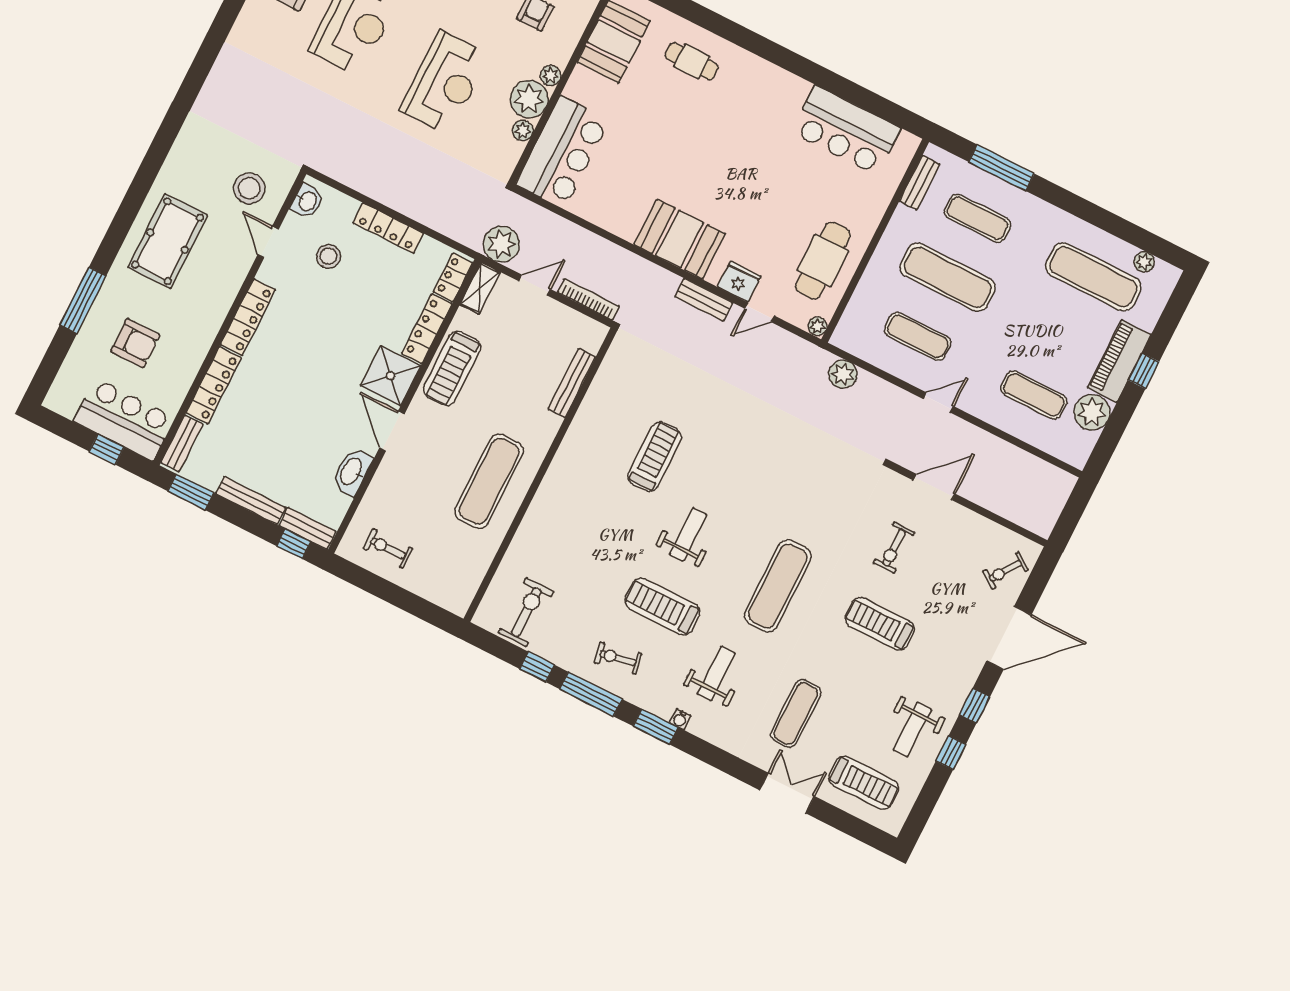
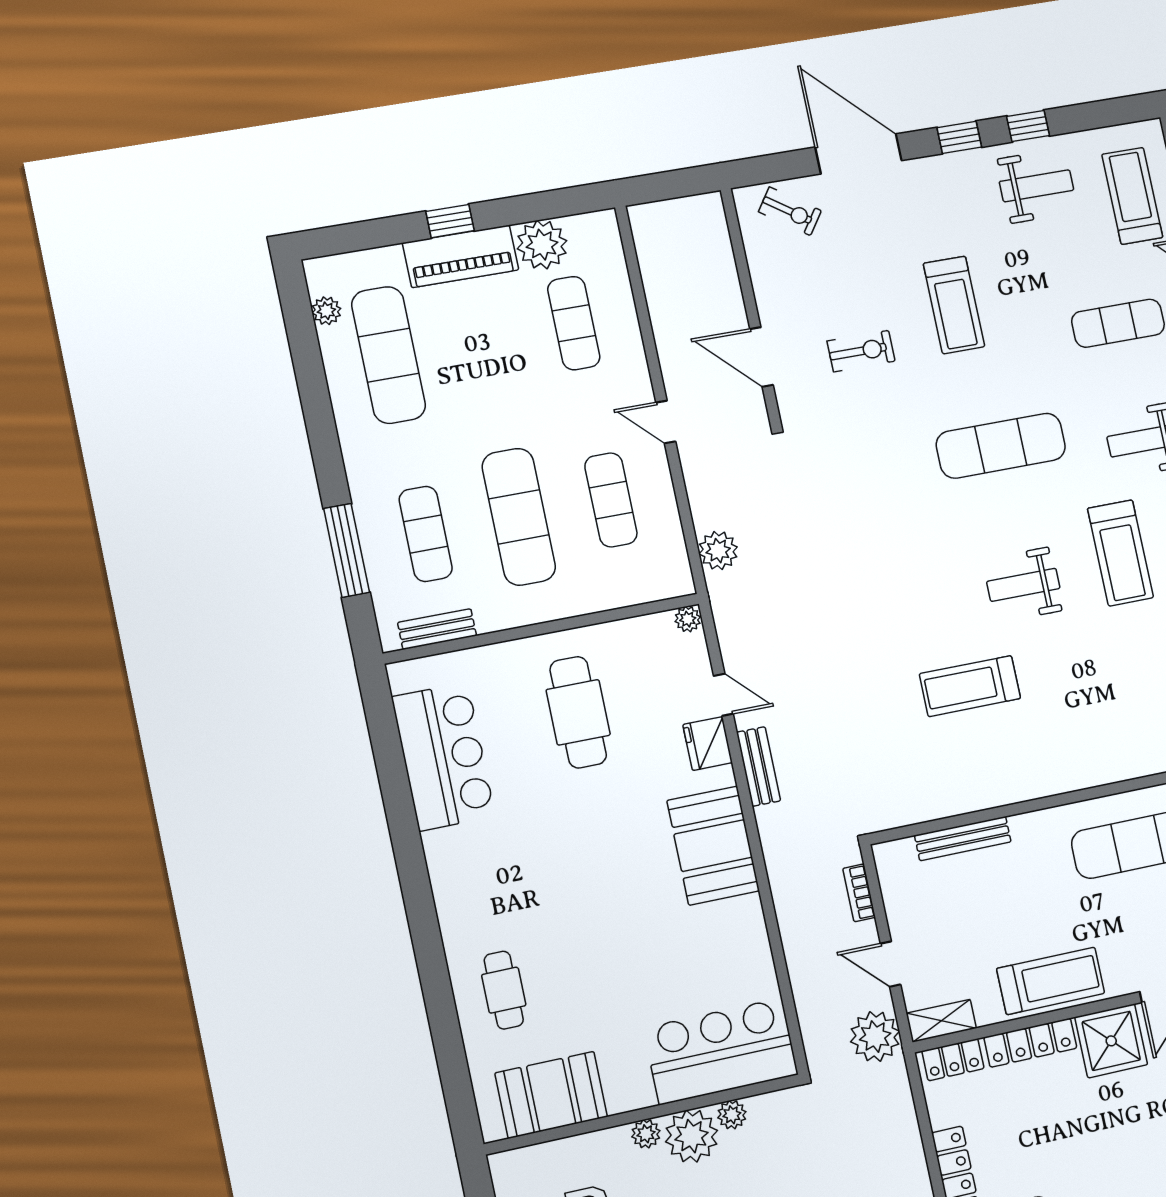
cafe table: (823, 261) -> (578, 712), moved, turned 90
bookcase: (588, 300) -> (859, 893), width x0.64

